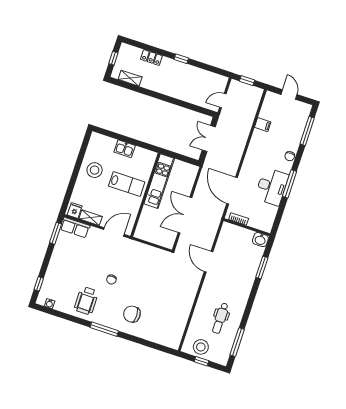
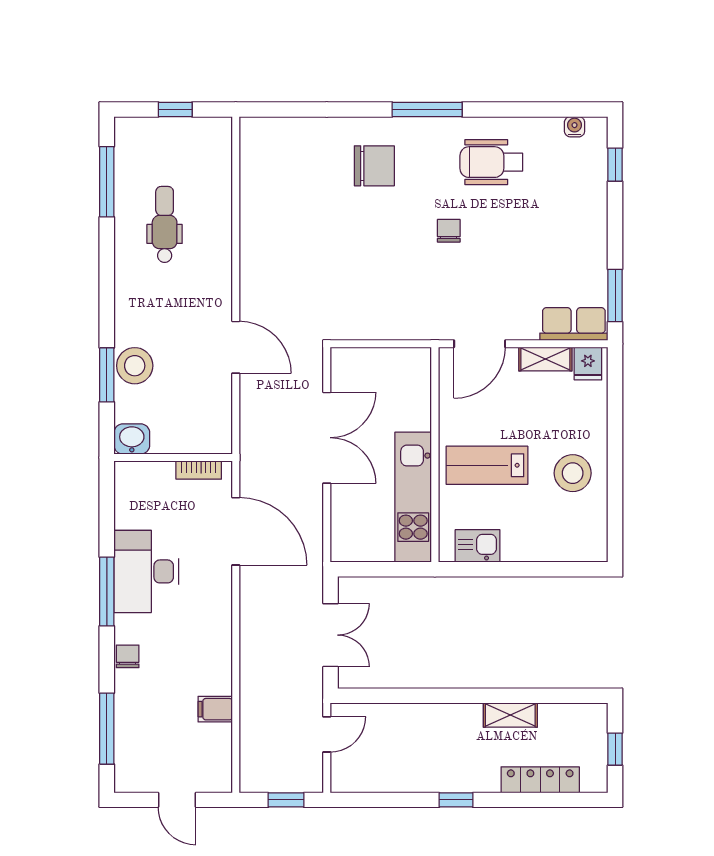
locker: (151, 58) -> (540, 780), width x1.53
shelving: (130, 78) -> (510, 715), moved
kitchen sink: (125, 149) -> (478, 546), moved
wheelchair: (86, 301) -> (491, 162), turned -90
stool: (201, 347) -> (135, 366), moved

